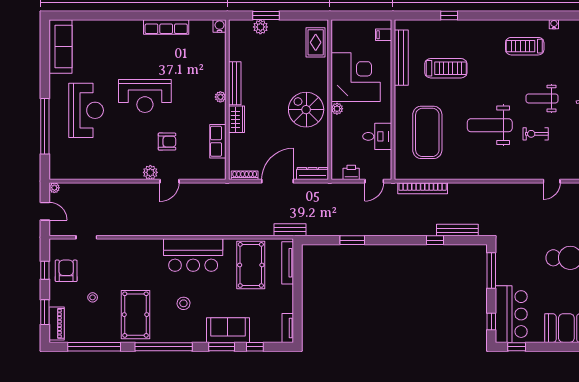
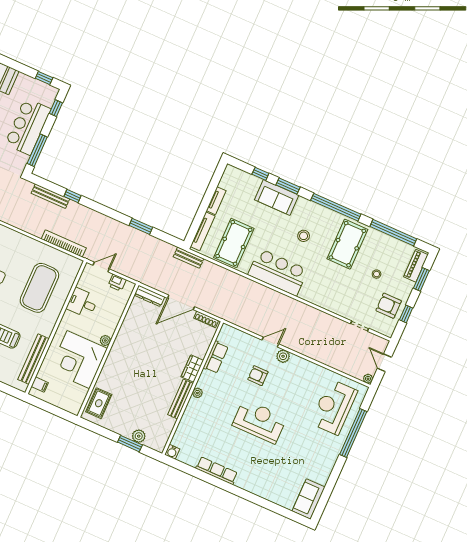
sofa: (60, 47) -> (309, 499), width x0.73
reception desk: (86, 110) -> (334, 407), moved
spiral stairs: (306, 110) -> (131, 351), removed
armchair: (66, 271) -> (389, 306), turned 90
bar counter: (511, 314) -> (28, 127), moved
tv unit: (288, 328) -> (216, 201), moved

